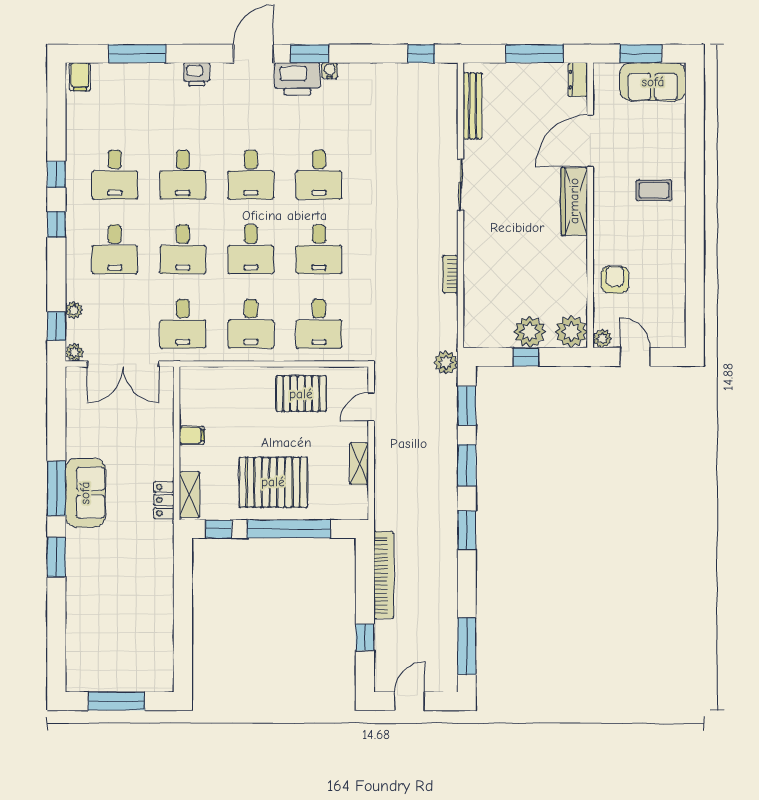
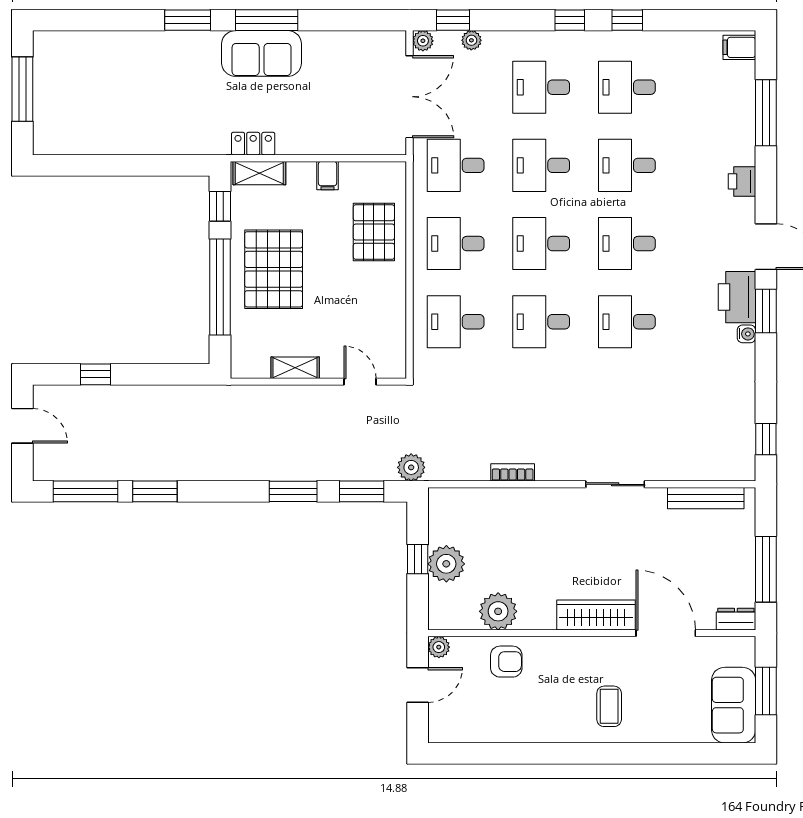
plant: (571, 332) -> (498, 611), moved
double door: (123, 364) -> (409, 97), swing flipped
pallet: (301, 394) -> (374, 232), moved
window: (467, 530) -> (155, 491), moved
bookcase: (384, 575) -> (167, 396), removed

